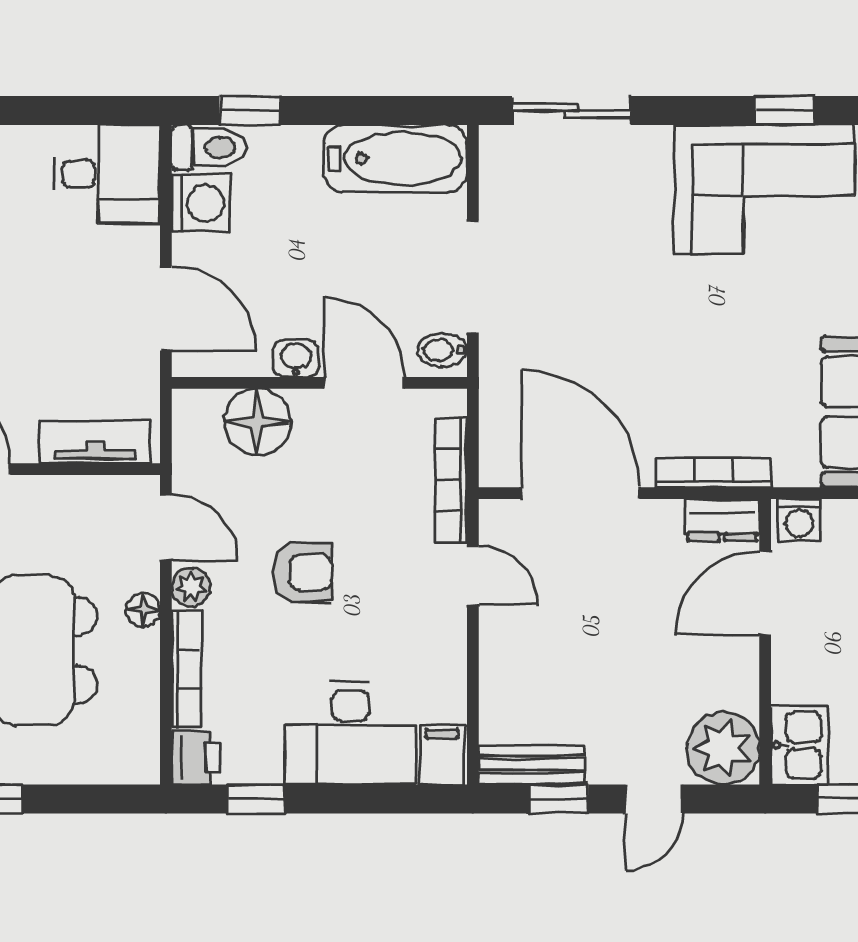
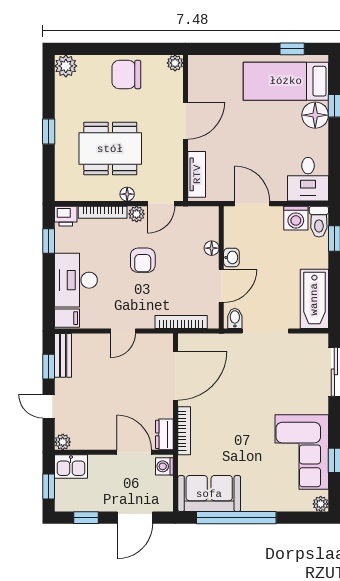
door: (166, 308) -> (252, 204), swing flipped
floor lamp: (257, 422) -> (212, 248), width x0.53, depth x0.53
door: (473, 575) -> (123, 331), moved
plant: (723, 748) -> (63, 442), width x0.53, depth x0.53

